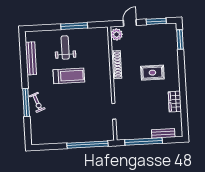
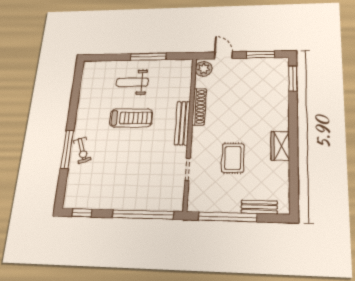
door: (130, 23) -> (223, 55), hinge flipped
weight bench: (65, 48) -> (132, 82), turned -90
bench: (31, 58) -> (182, 123), moved
rug: (152, 73) -> (233, 158), moved, turned 90
wardrobe: (175, 102) -> (280, 146), moved
window: (46, 147) -> (82, 213), added

